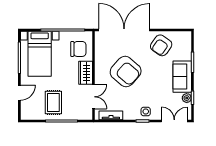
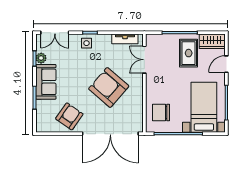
wardrobe: (86, 73) -> (212, 41), moved, turned 90

